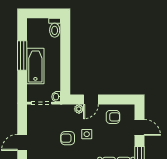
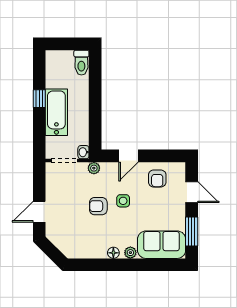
window: (22, 55) -> (39, 99), width x0.46
plant: (79, 109) -> (94, 168), moved
armchair: (113, 117) -> (157, 178), turned 90

